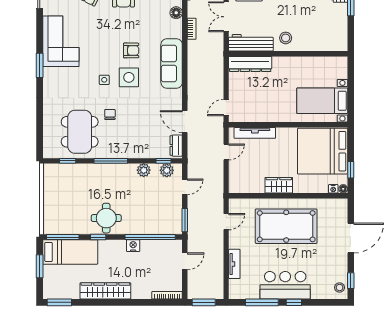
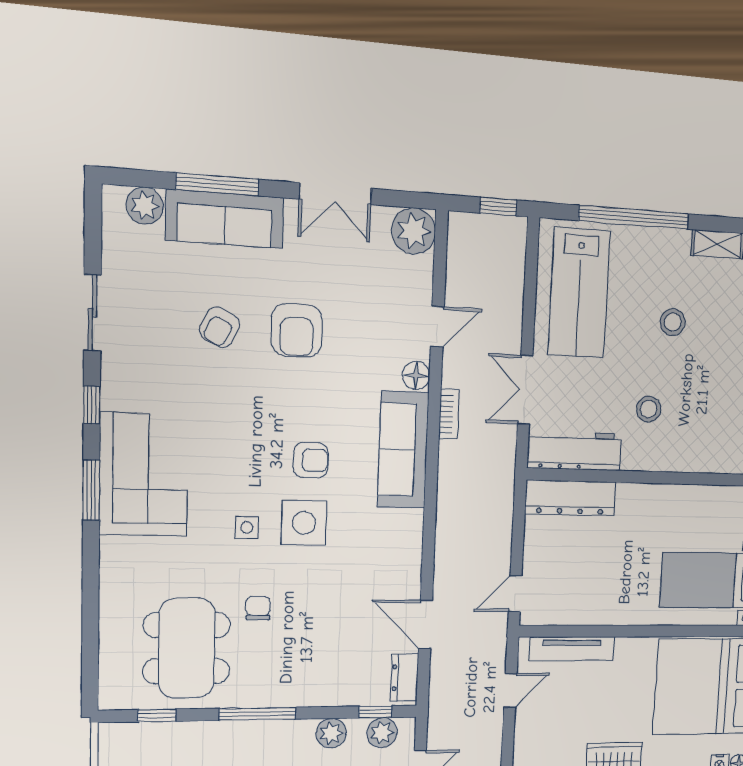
window: (40, 31) -> (92, 405), added
stool: (286, 38) -> (649, 409), moved
corner sofa: (61, 41) -> (144, 475), moved
sofa: (172, 63) -> (403, 450), moved

